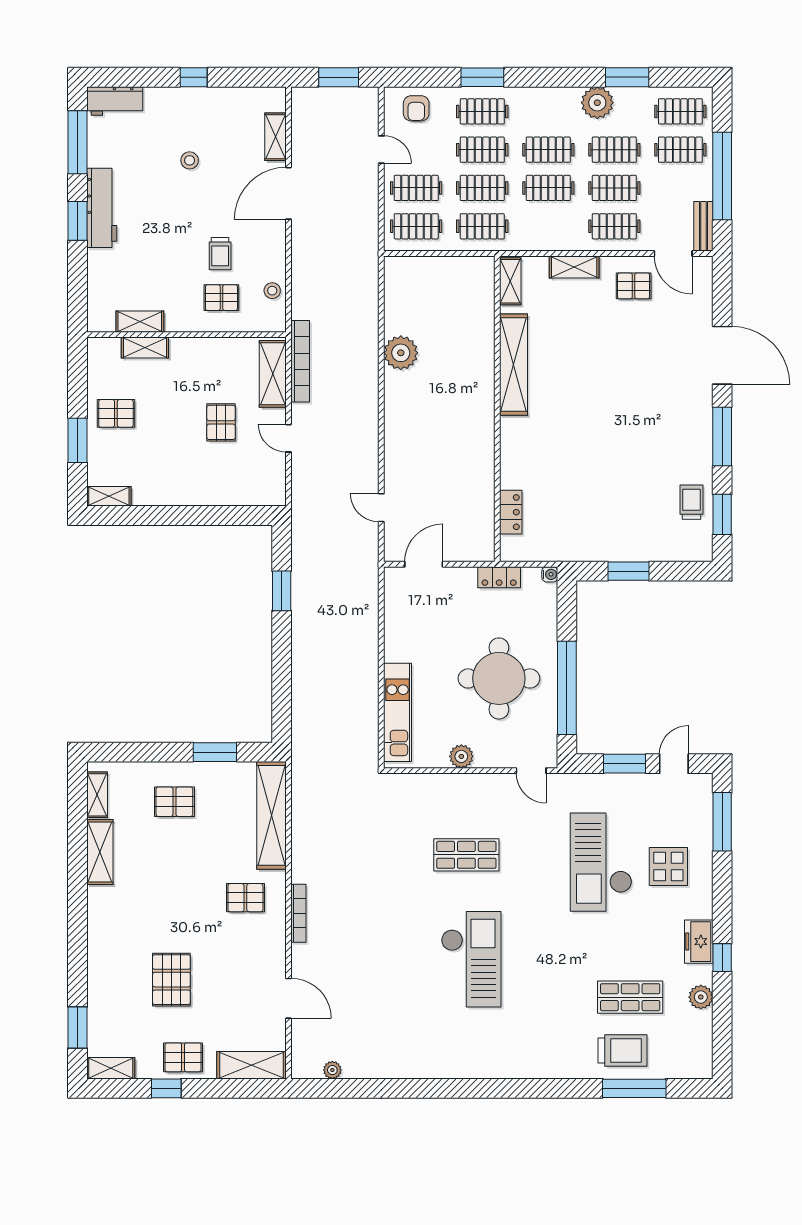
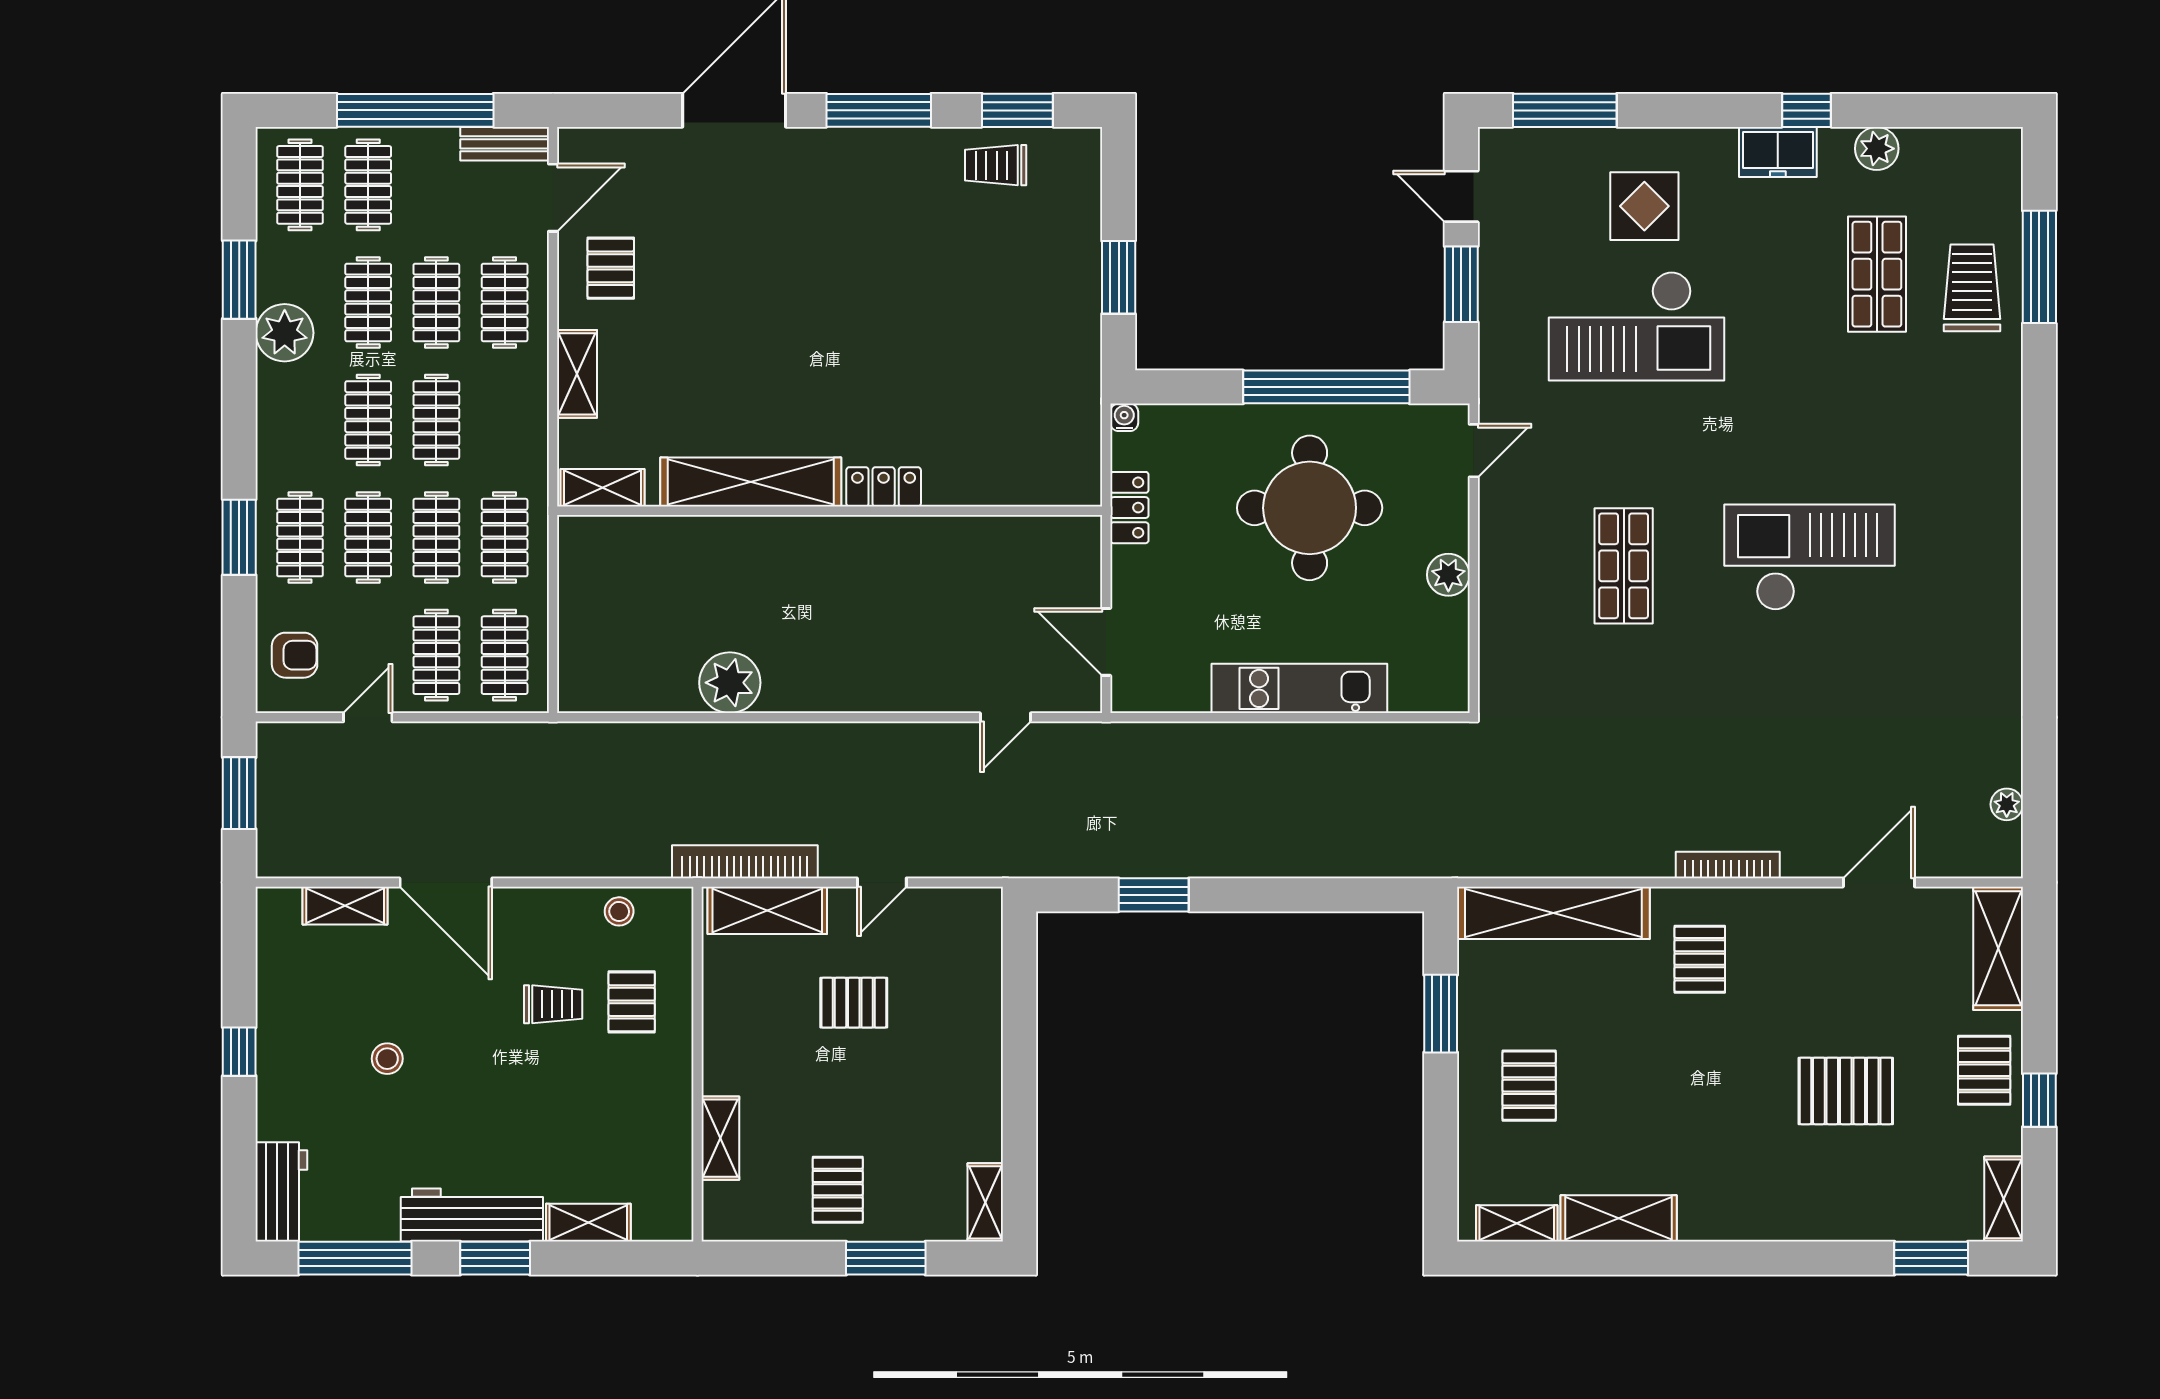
shelving: (140, 322) -> (588, 1223), moved, turned 90
locker: (511, 512) -> (884, 487), moved
kitchen unit: (398, 712) -> (1299, 688), moved

